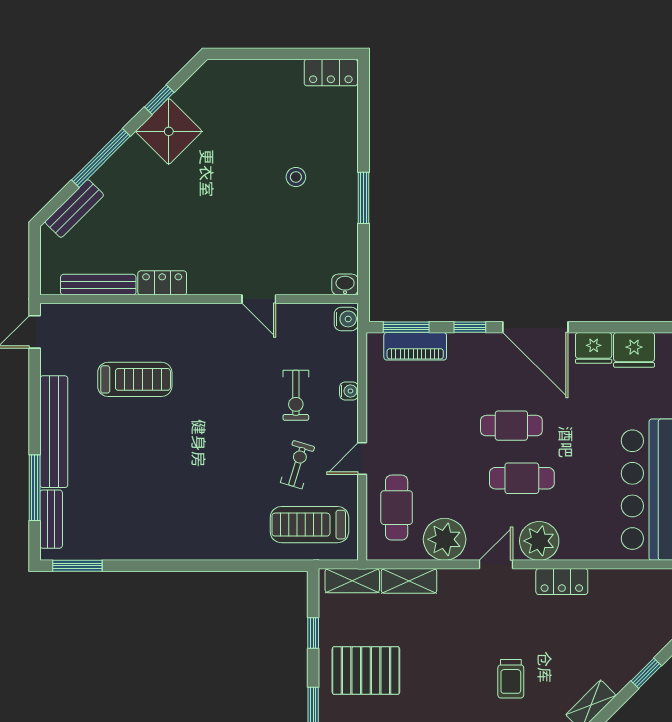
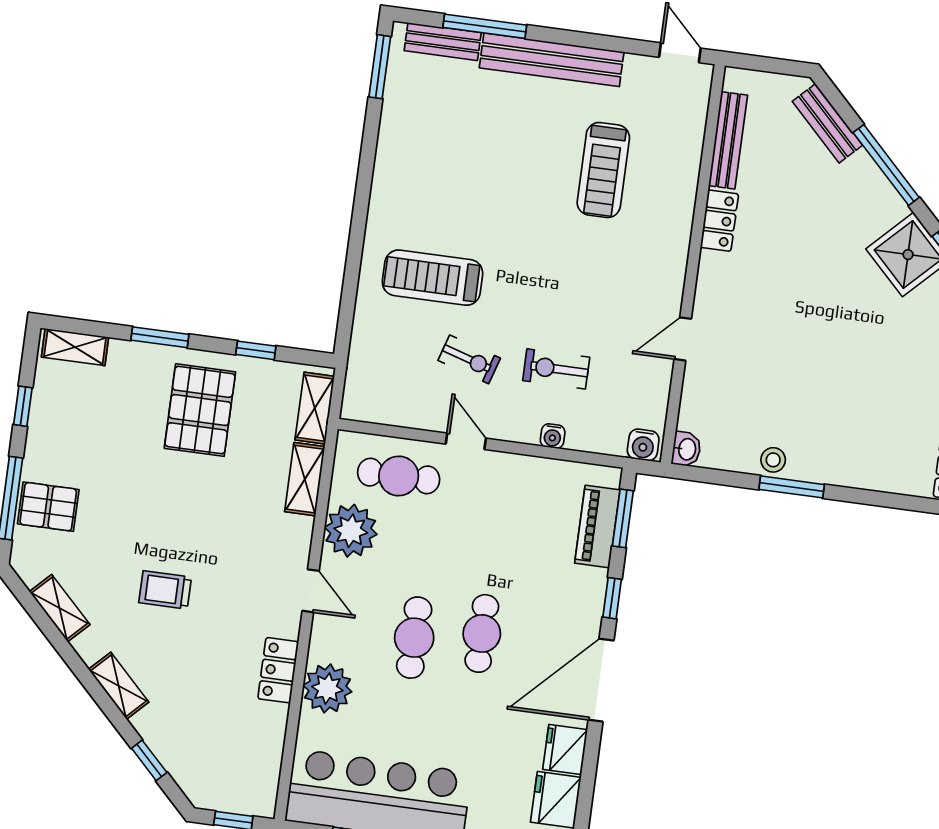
stool: (296, 177) -> (773, 460), moved
treadmill: (309, 525) -> (433, 278), moved, turned -90
plant: (539, 541) -> (327, 688), moved

